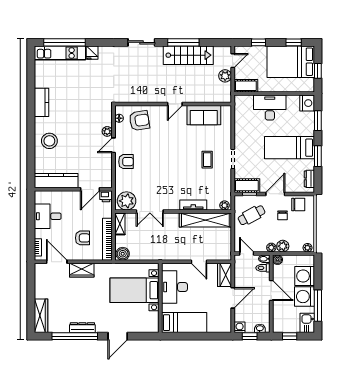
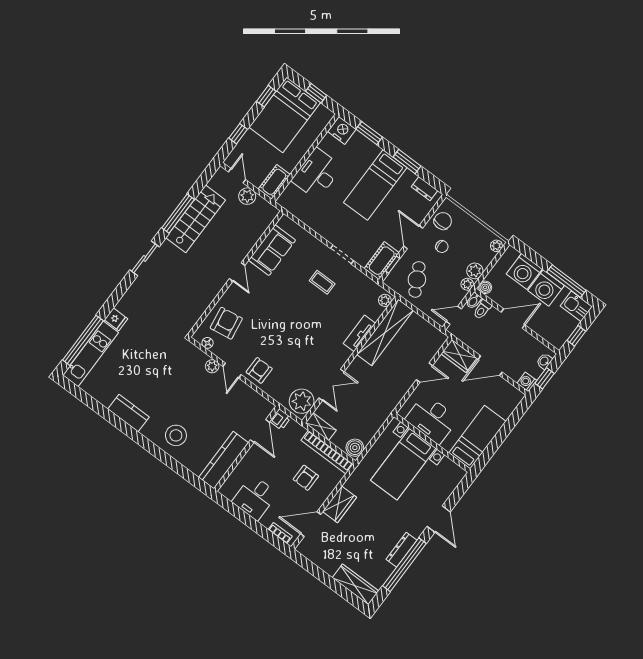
armchair: (83, 238) -> (306, 478), turned 180
door: (233, 298) -> (490, 366), swing flipped

